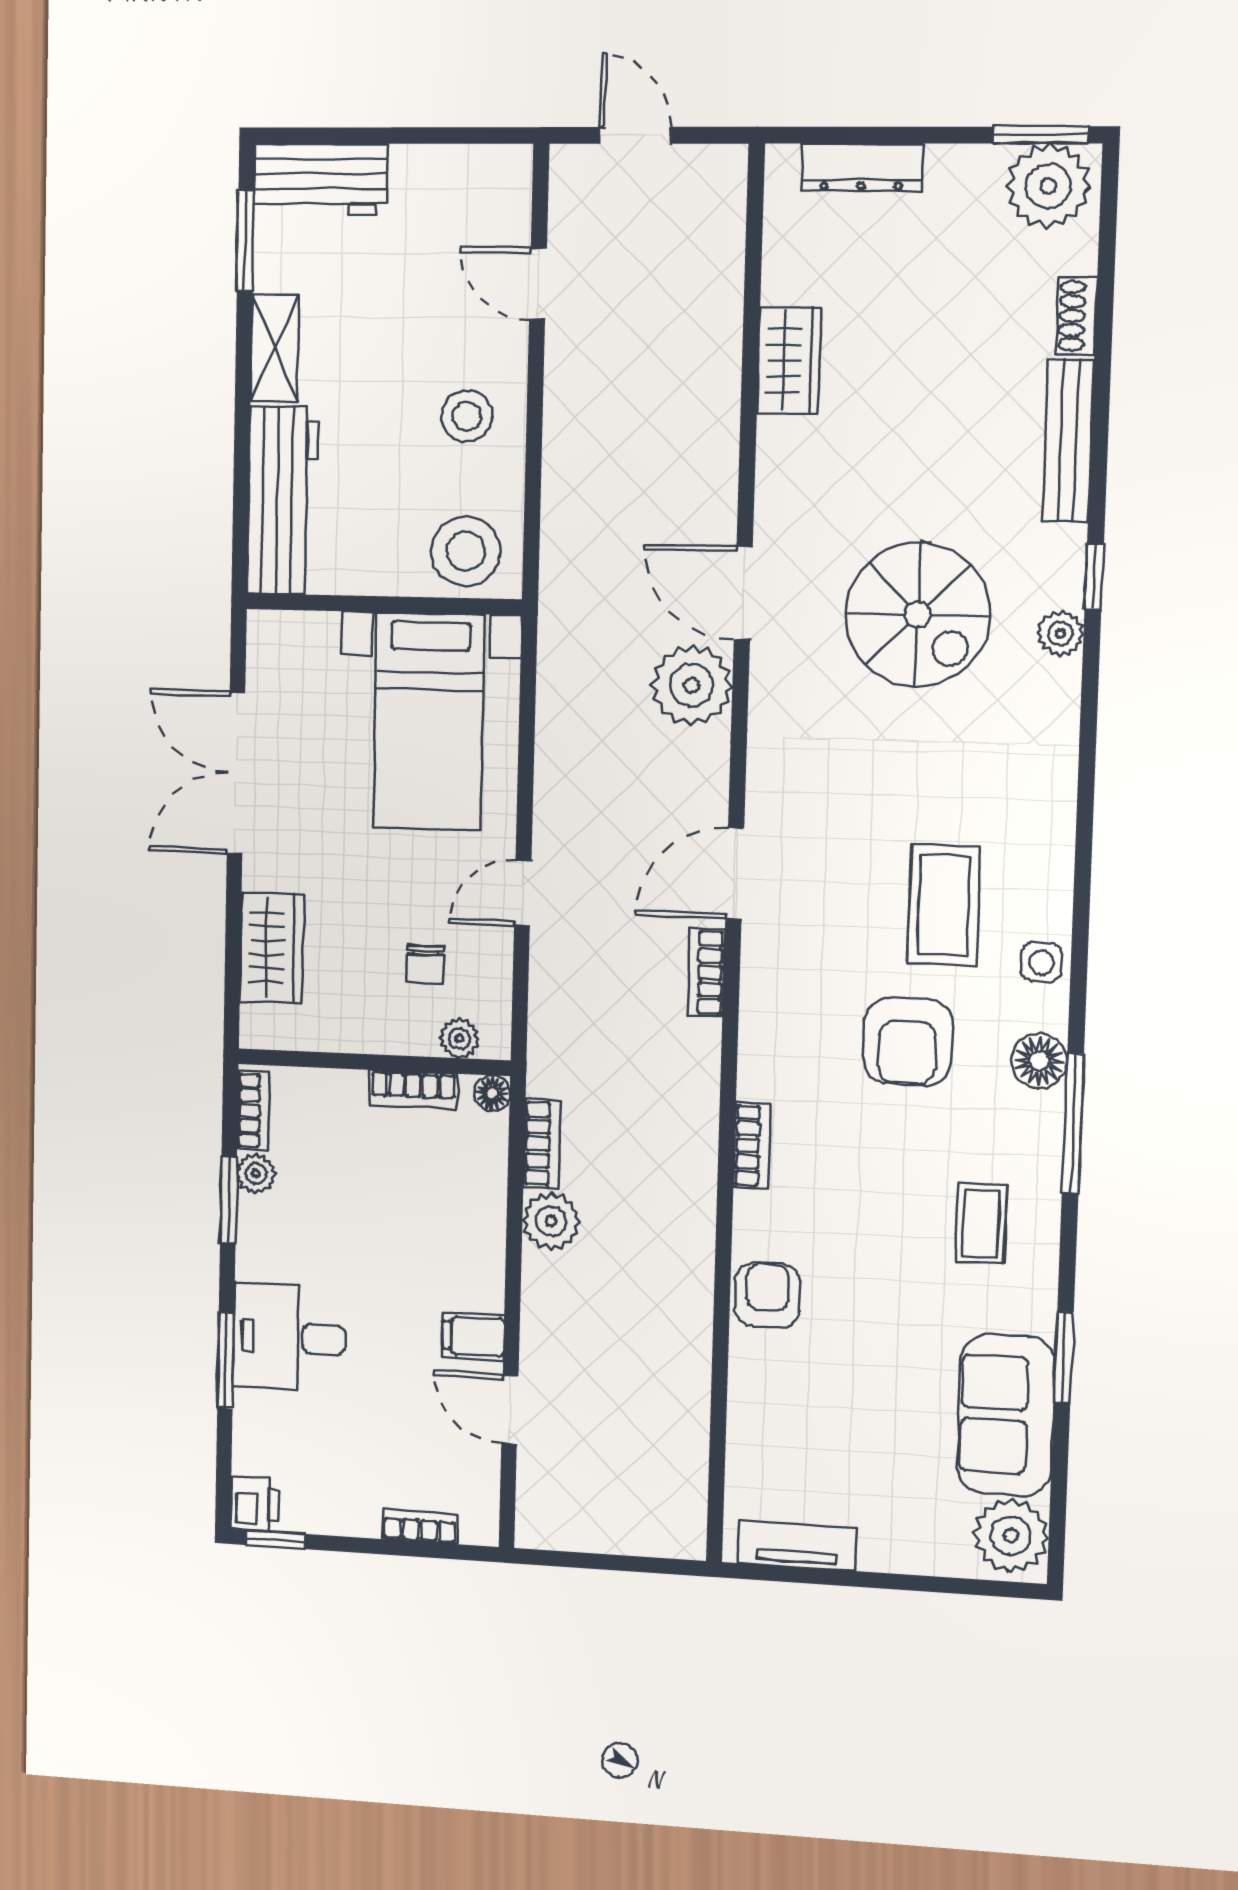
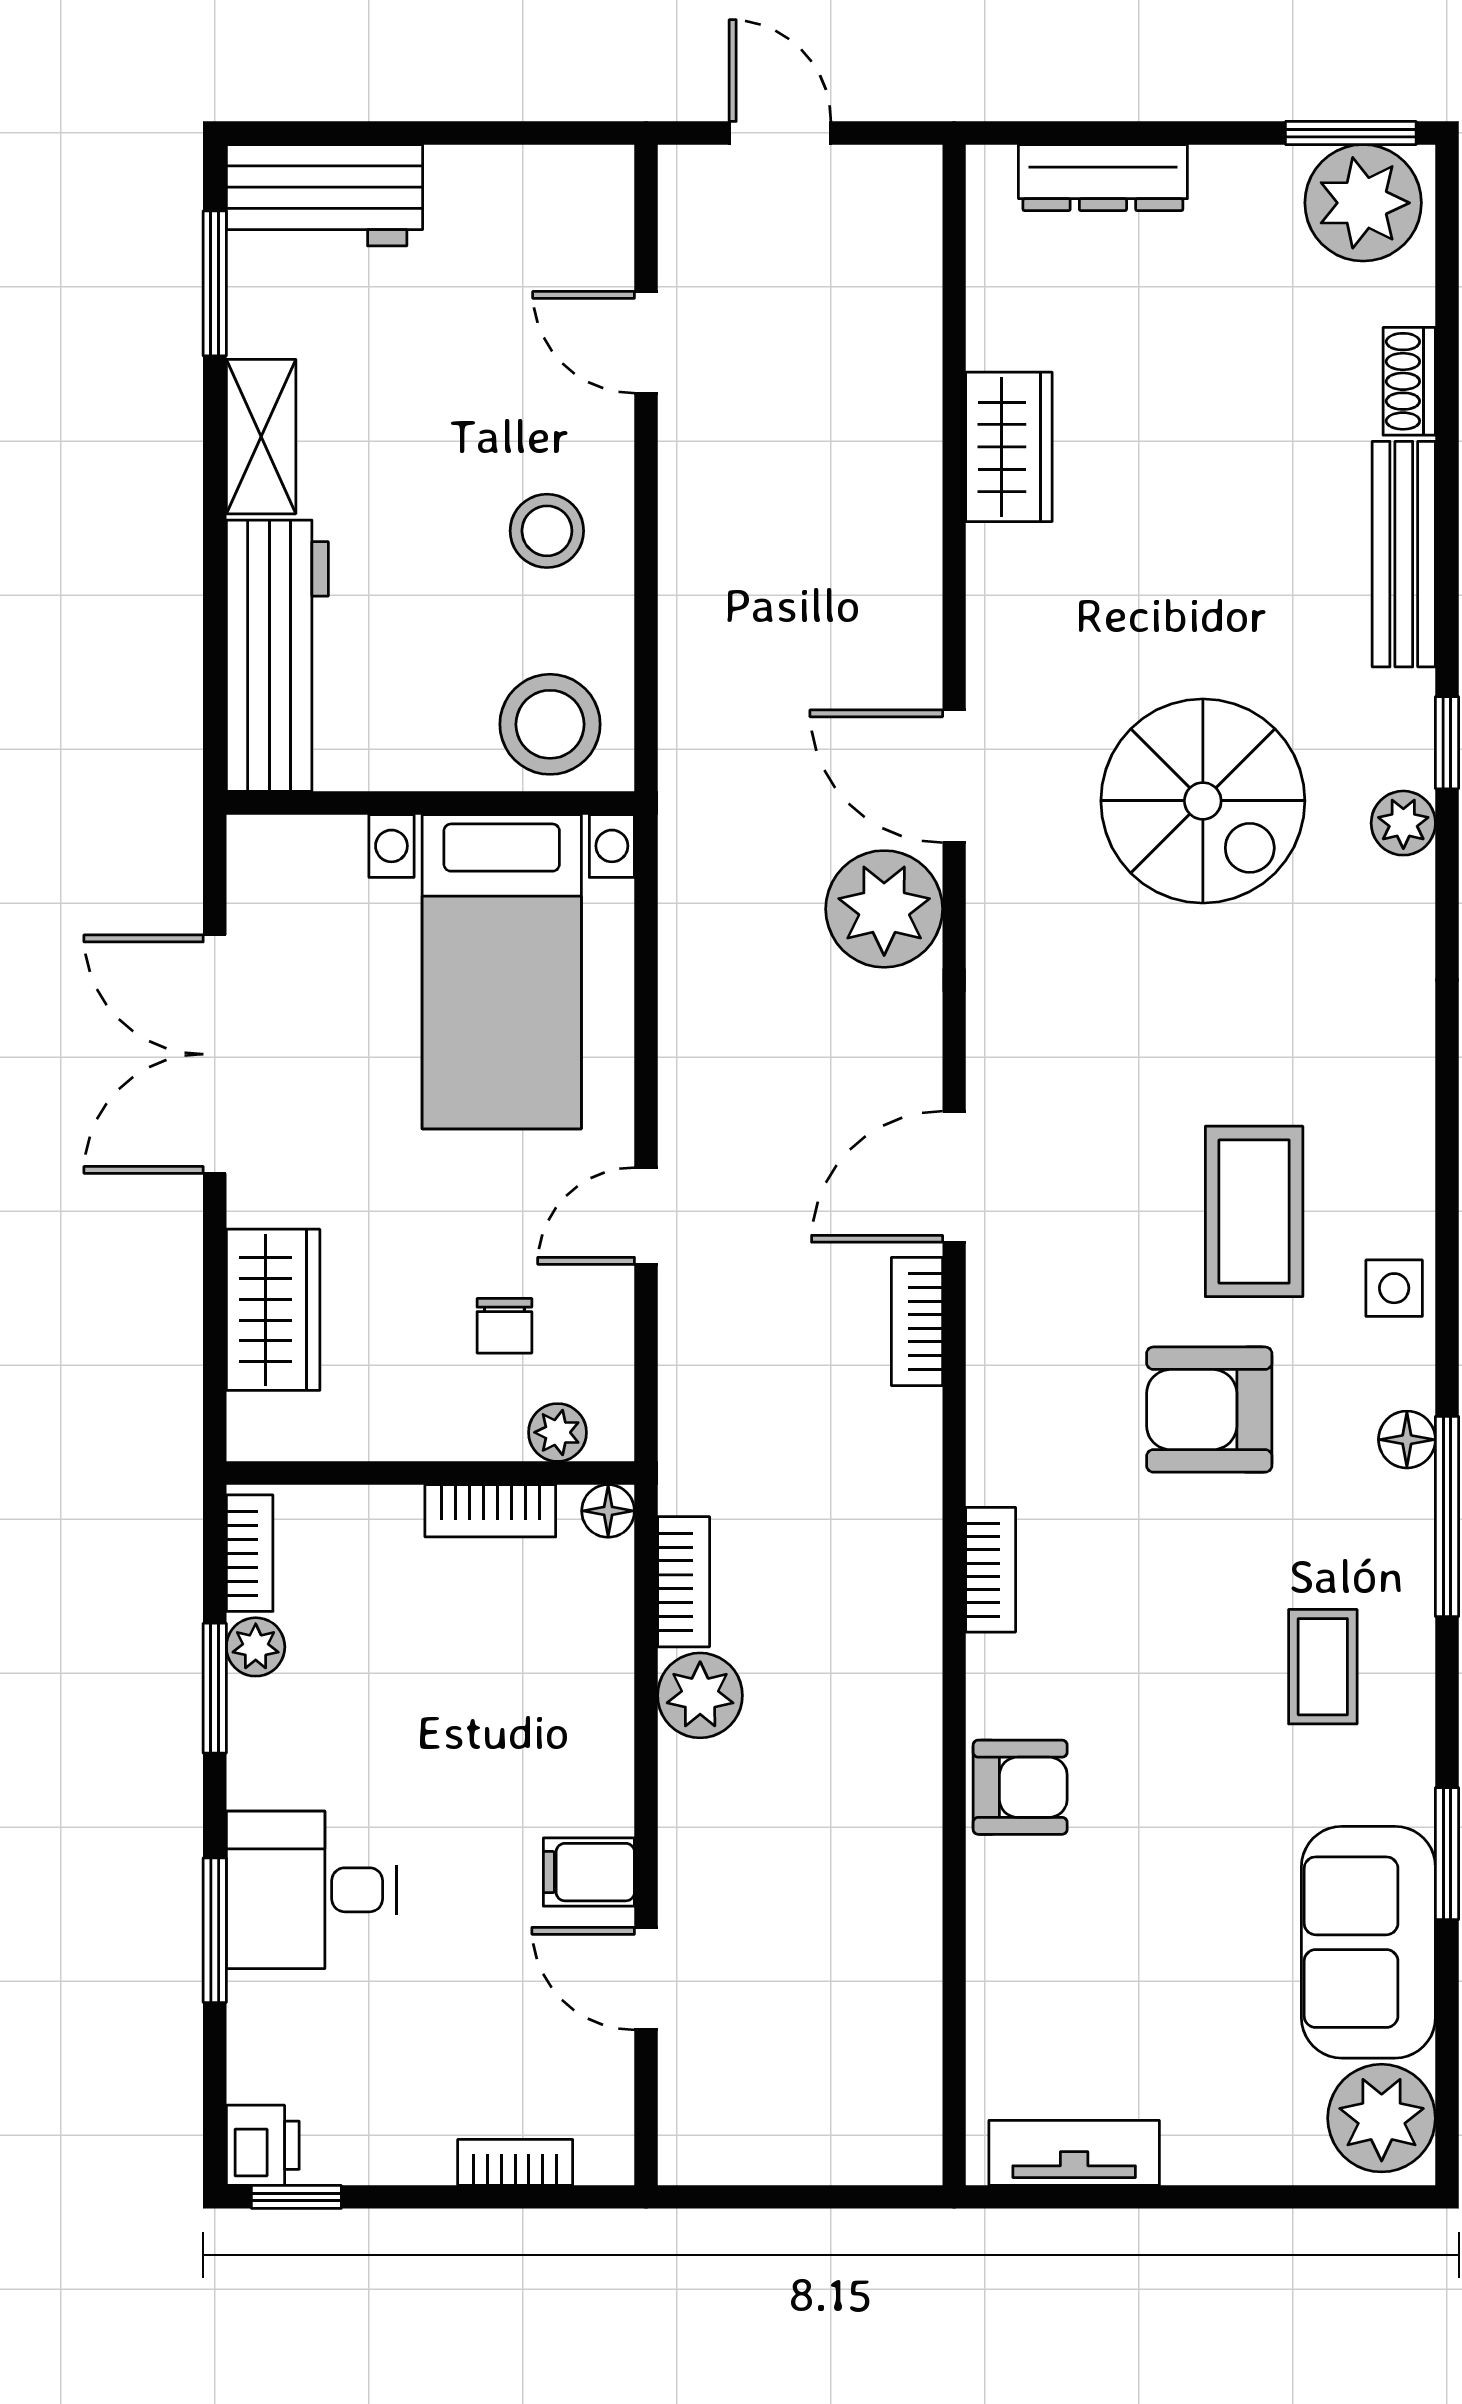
armchair: (908, 1042) -> (1209, 1410), turned 89
floor lamp: (1039, 1061) -> (1407, 1440), width x0.73, depth x0.73
armchair: (768, 1295) -> (1020, 1787), turned 90

